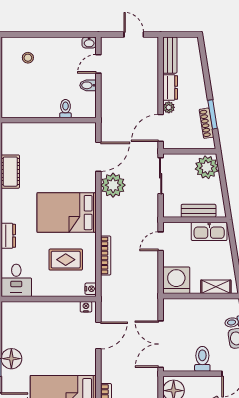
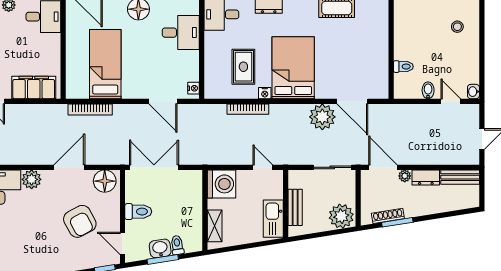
nightstand: (91, 289) -> (265, 93), moved
desk: (33, 319) -> (181, 33), added

